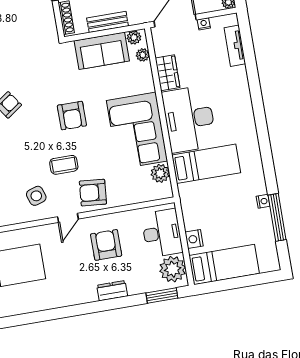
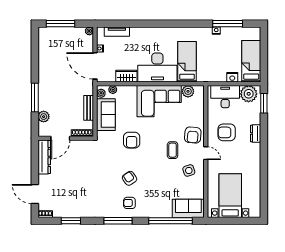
armchair: (72, 116) -> (132, 140), moved, turned 90

